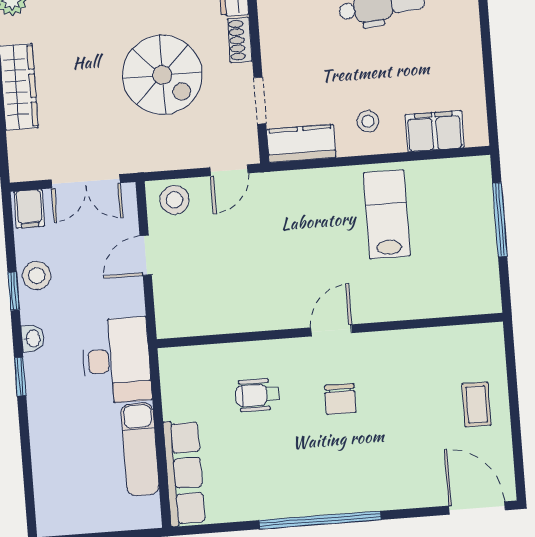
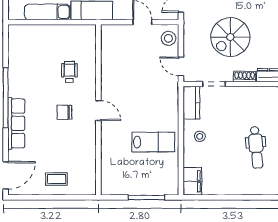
filing cabinet: (435, 131) -> (192, 181), moved
row of seats: (184, 473) -> (16, 123), moved, turned -90

